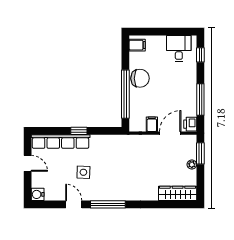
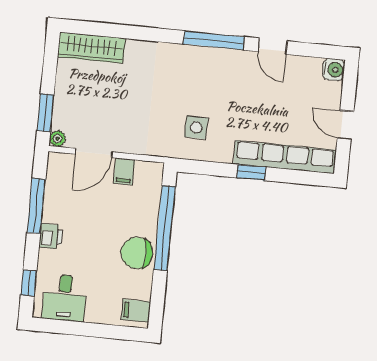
printer: (190, 124) -> (51, 236), moved
plant: (192, 165) -> (58, 139), moved
side table: (83, 172) -> (196, 127), moved

